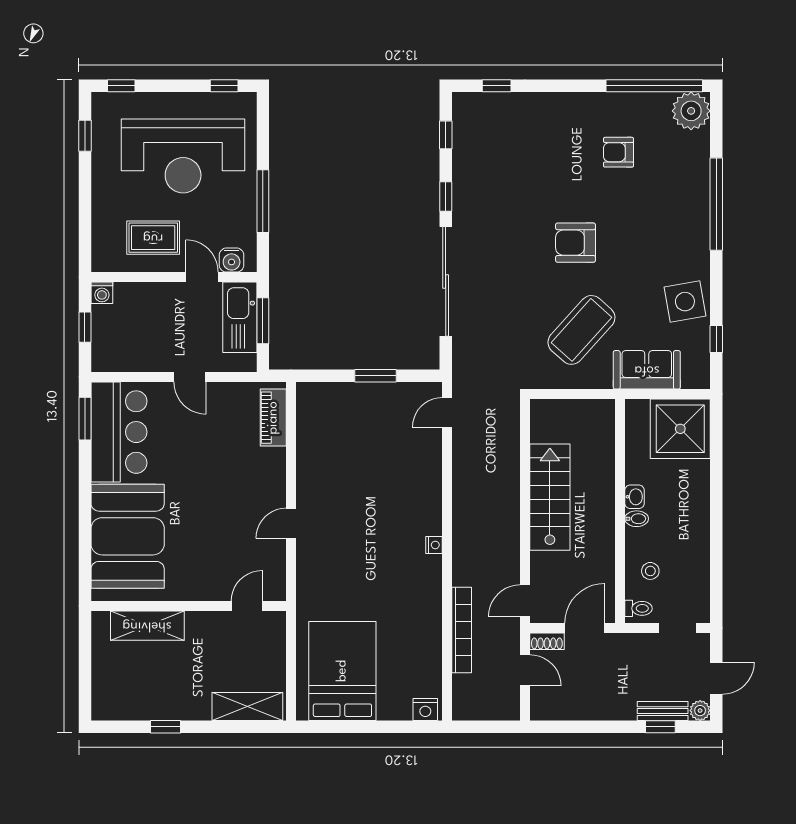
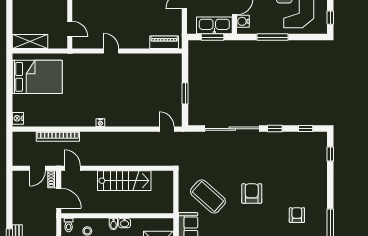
shelving: (247, 707) -> (30, 42), moved, turned 90

